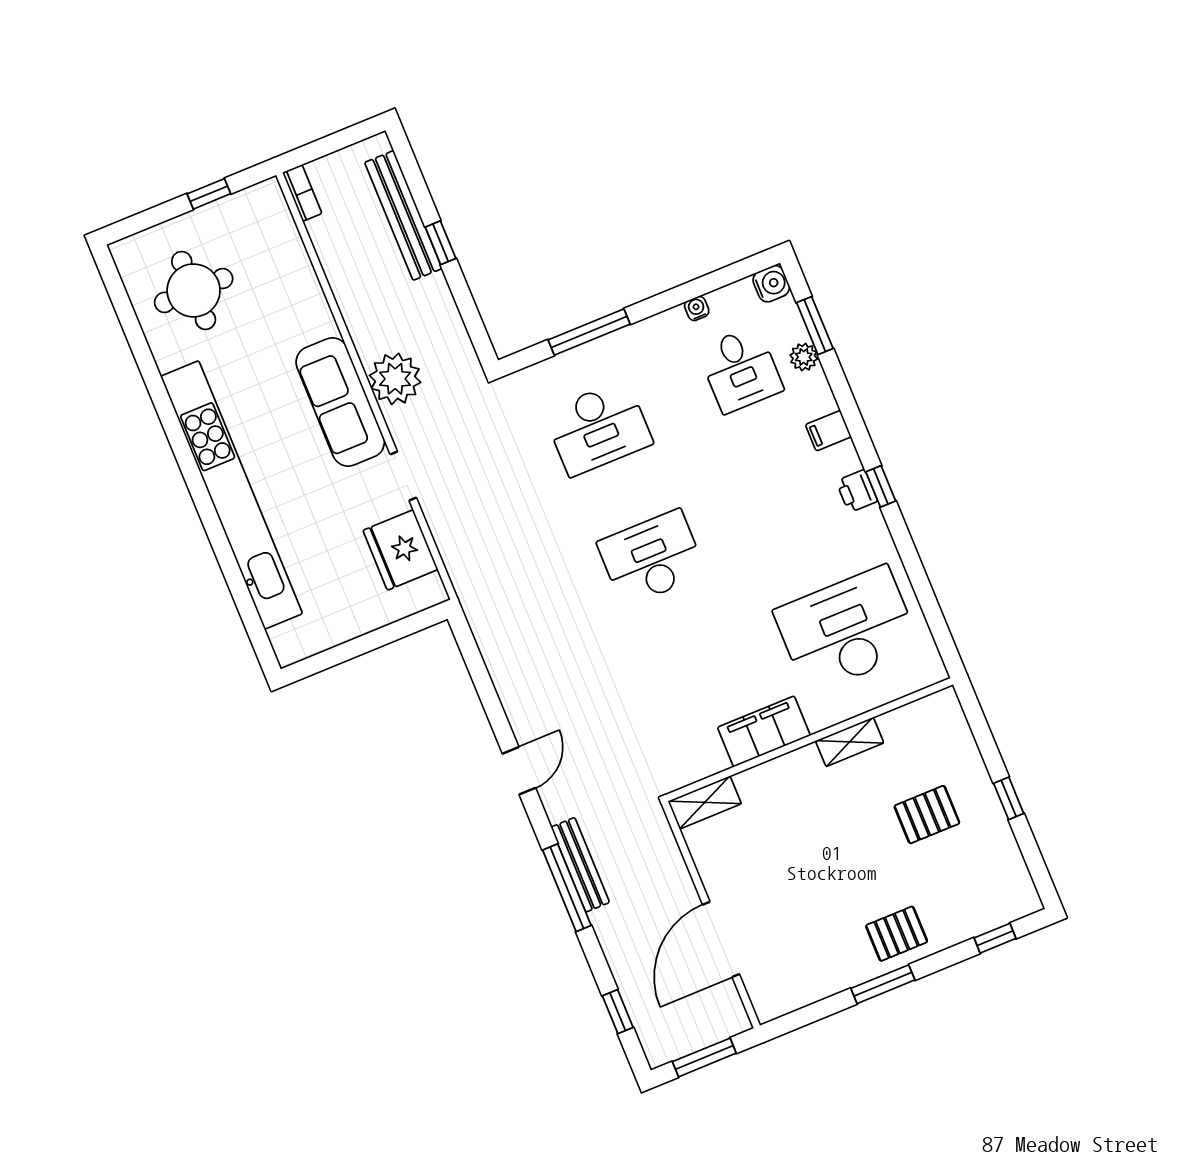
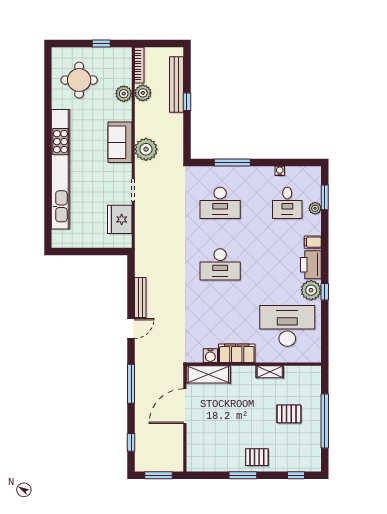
bookcase: (302, 193) -> (139, 65), width x1.56
plant: (340, 262) -> (143, 93), added
plant: (300, 281) -> (124, 94), added
water cooler: (771, 284) -> (210, 356), moved, turned 90
sofa: (340, 402) -> (120, 142), width x0.73
window: (881, 486) -> (325, 292), moved
printer: (857, 491) -> (311, 265), width x1.87, depth x1.48
plant: (866, 534) -> (311, 290), added
desk: (652, 558) -> (220, 264), turned 180
window: (1009, 798) -> (325, 421), width x3.17
shelving: (705, 802) -> (208, 374), width x1.50, depth x1.33
bench: (580, 865) -> (140, 298), moved
door: (721, 939) -> (185, 406), moved

